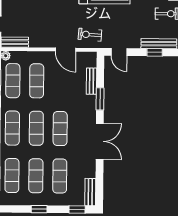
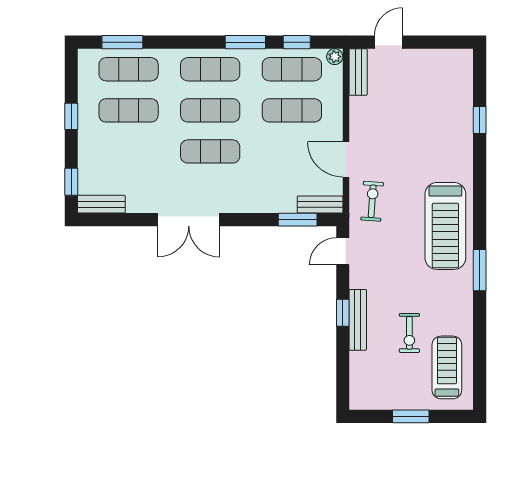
door: (66, 50) -> (346, 159), hinge flipped
bench: (91, 81) -> (320, 205), moved
window: (100, 99) -> (298, 220), moved
exercise mat: (60, 176) -> (129, 151), removed

